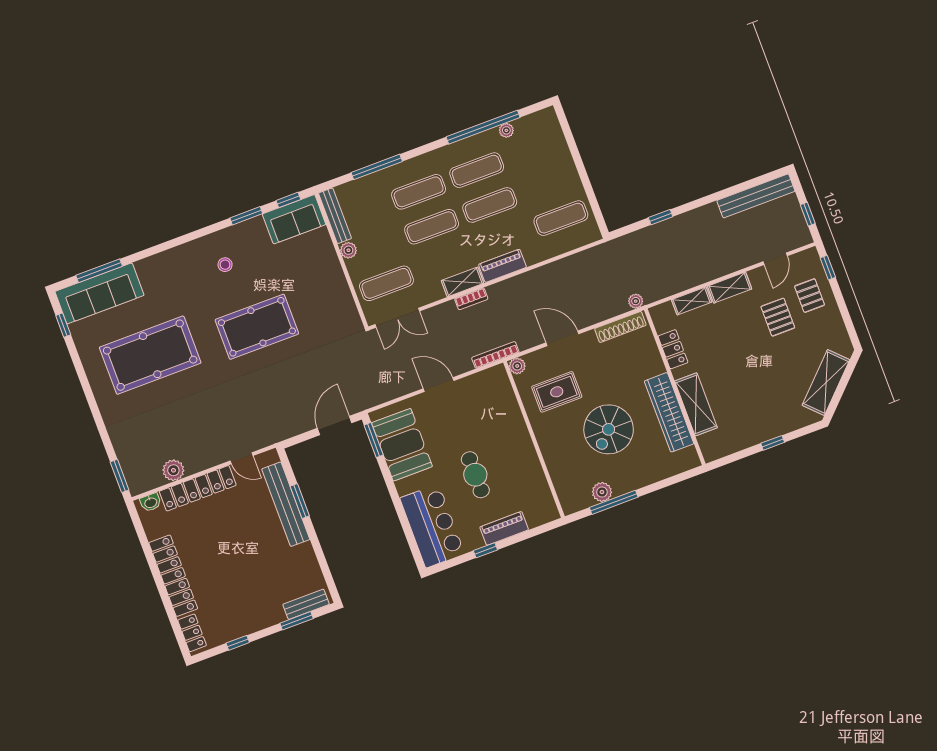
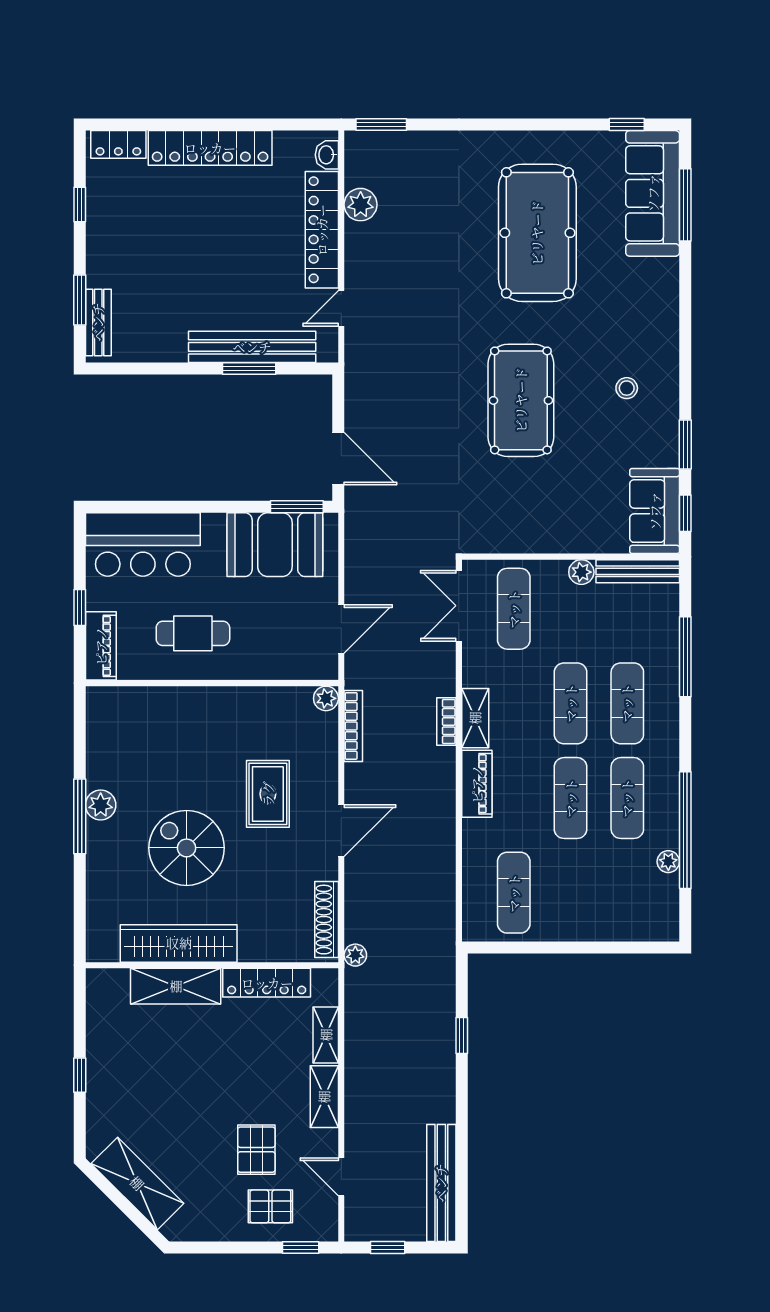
pallet: (778, 317) -> (256, 1150), turned 90
locker: (673, 349) -> (267, 983), width x1.53
plant: (517, 366) -> (326, 698), moved
wall: (534, 439) -> (212, 683), moved

